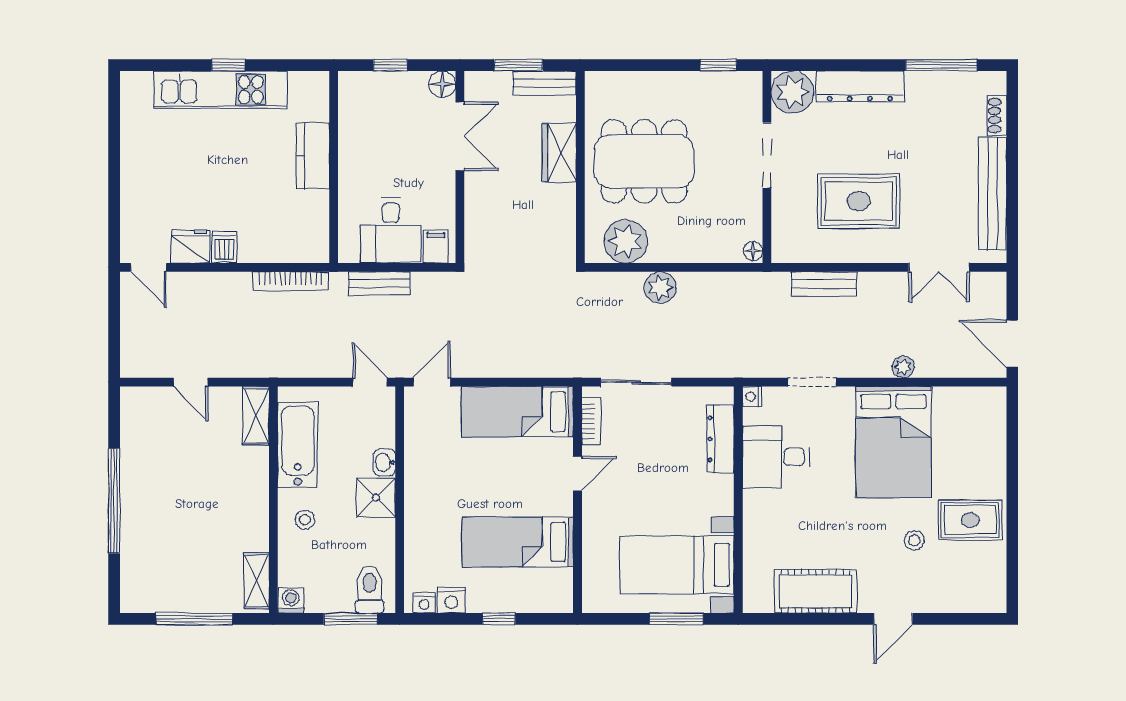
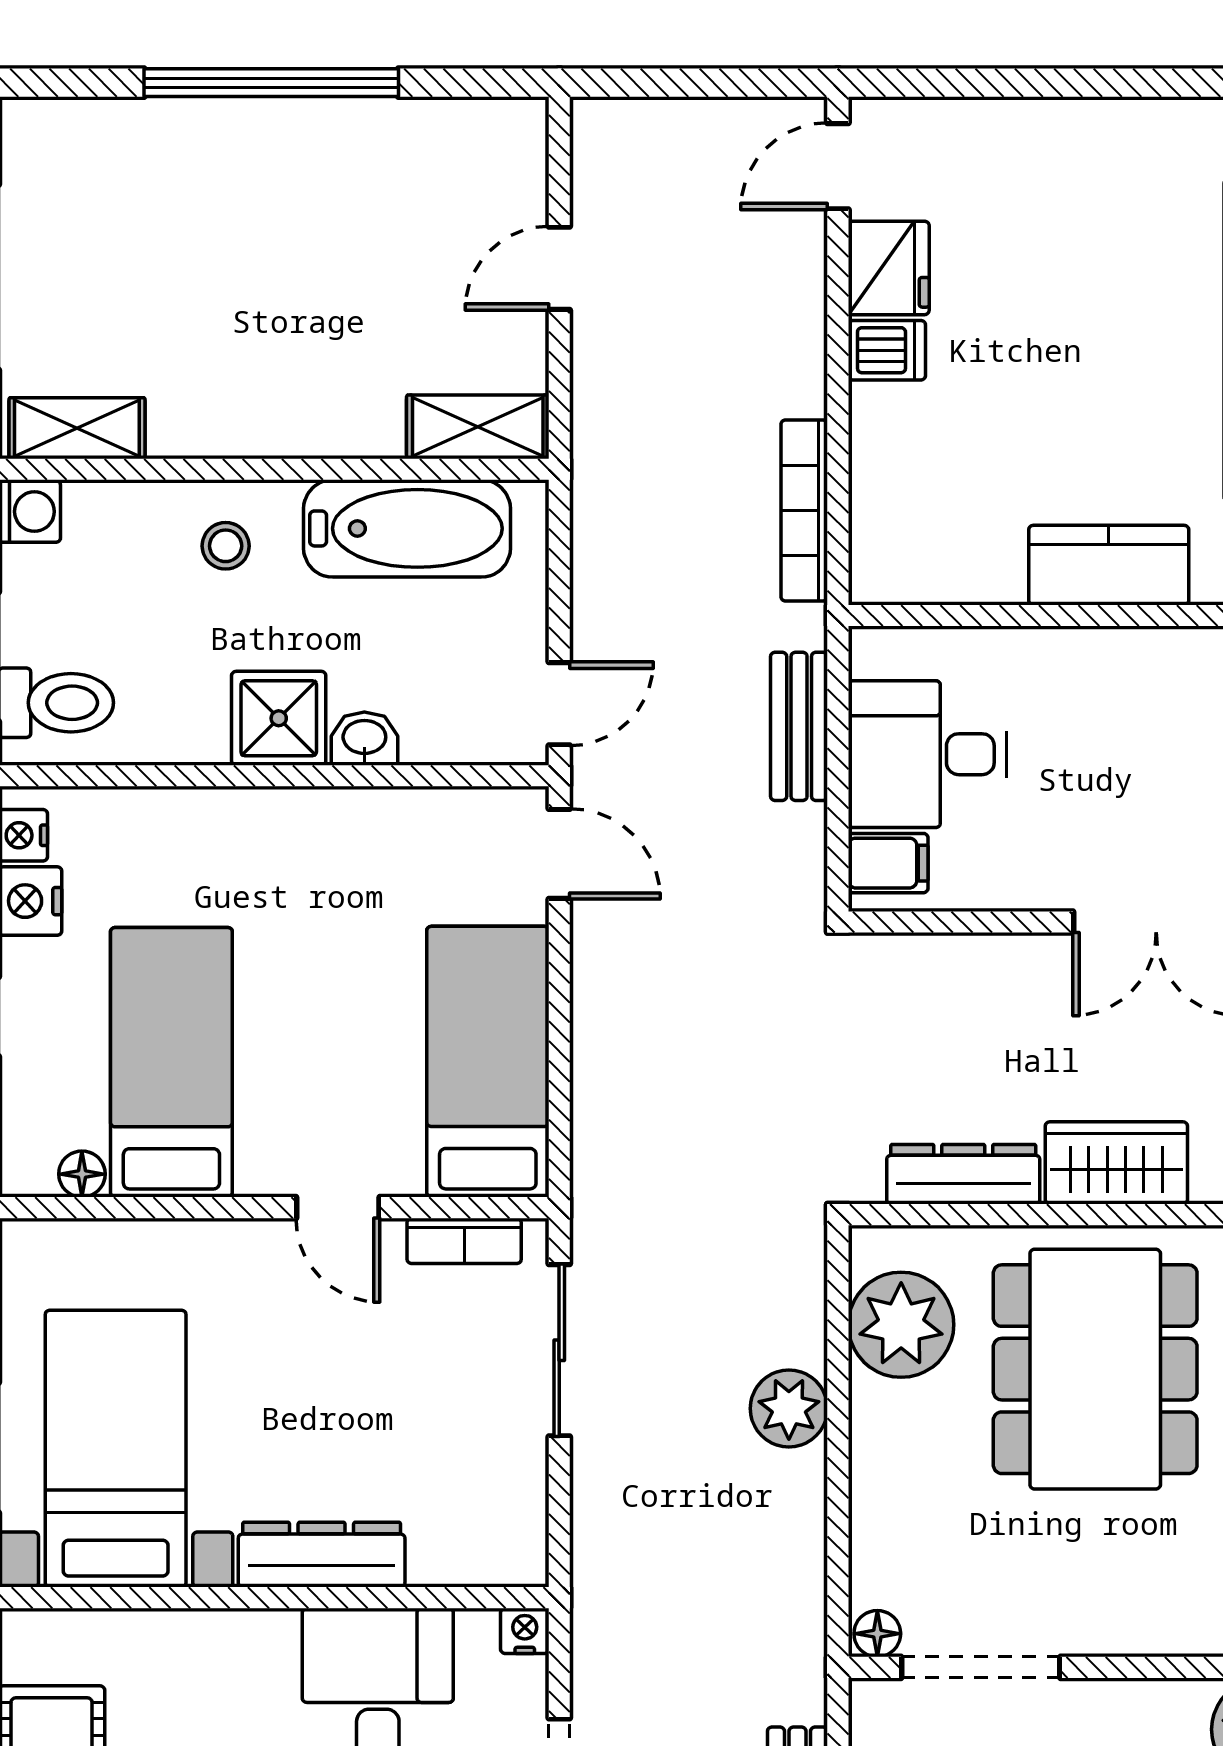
doorway: (767, 155) -> (981, 1667), moved
dresser: (564, 216) -> (963, 1174), added
dresser: (721, 439) -> (322, 1555), moved
floor lamp: (564, 579) -> (82, 1174), added

